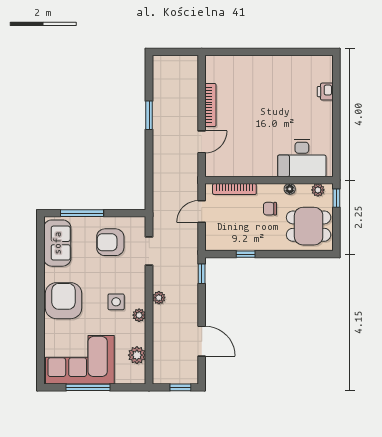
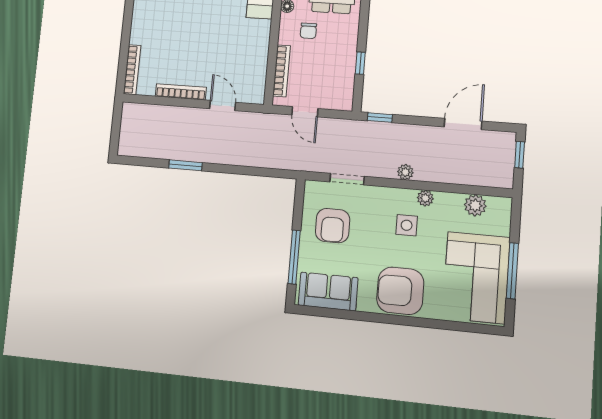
bookcase: (226, 61) -> (132, 70), added

